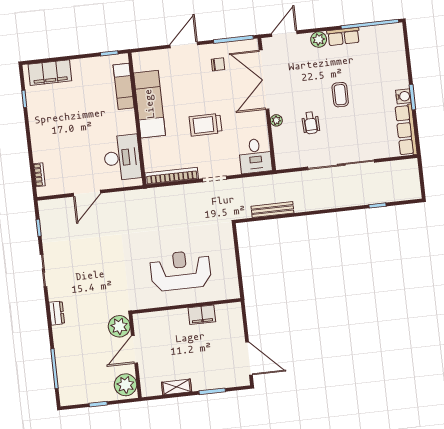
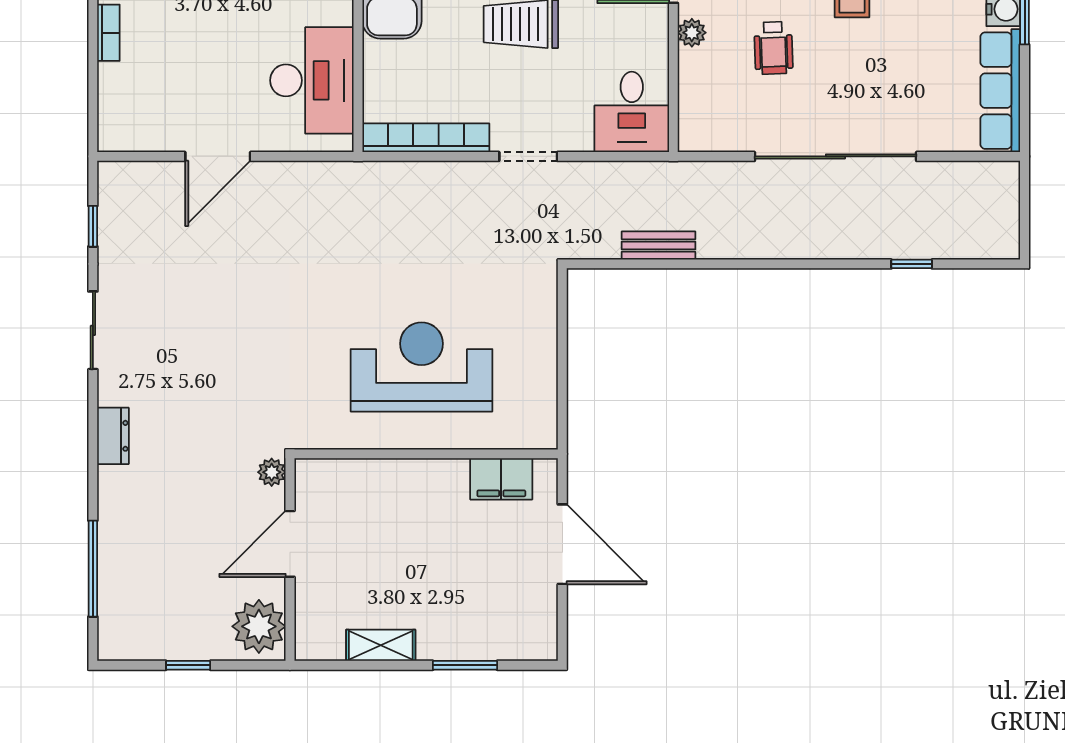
bookcase: (39, 175) -> (108, 33), moved
bench: (272, 210) -> (659, 246), width x0.73
filing cabinet: (202, 315) -> (501, 479), moved
plant: (119, 326) -> (272, 472), width x0.53, depth x0.53
door: (249, 359) -> (562, 544), moved

